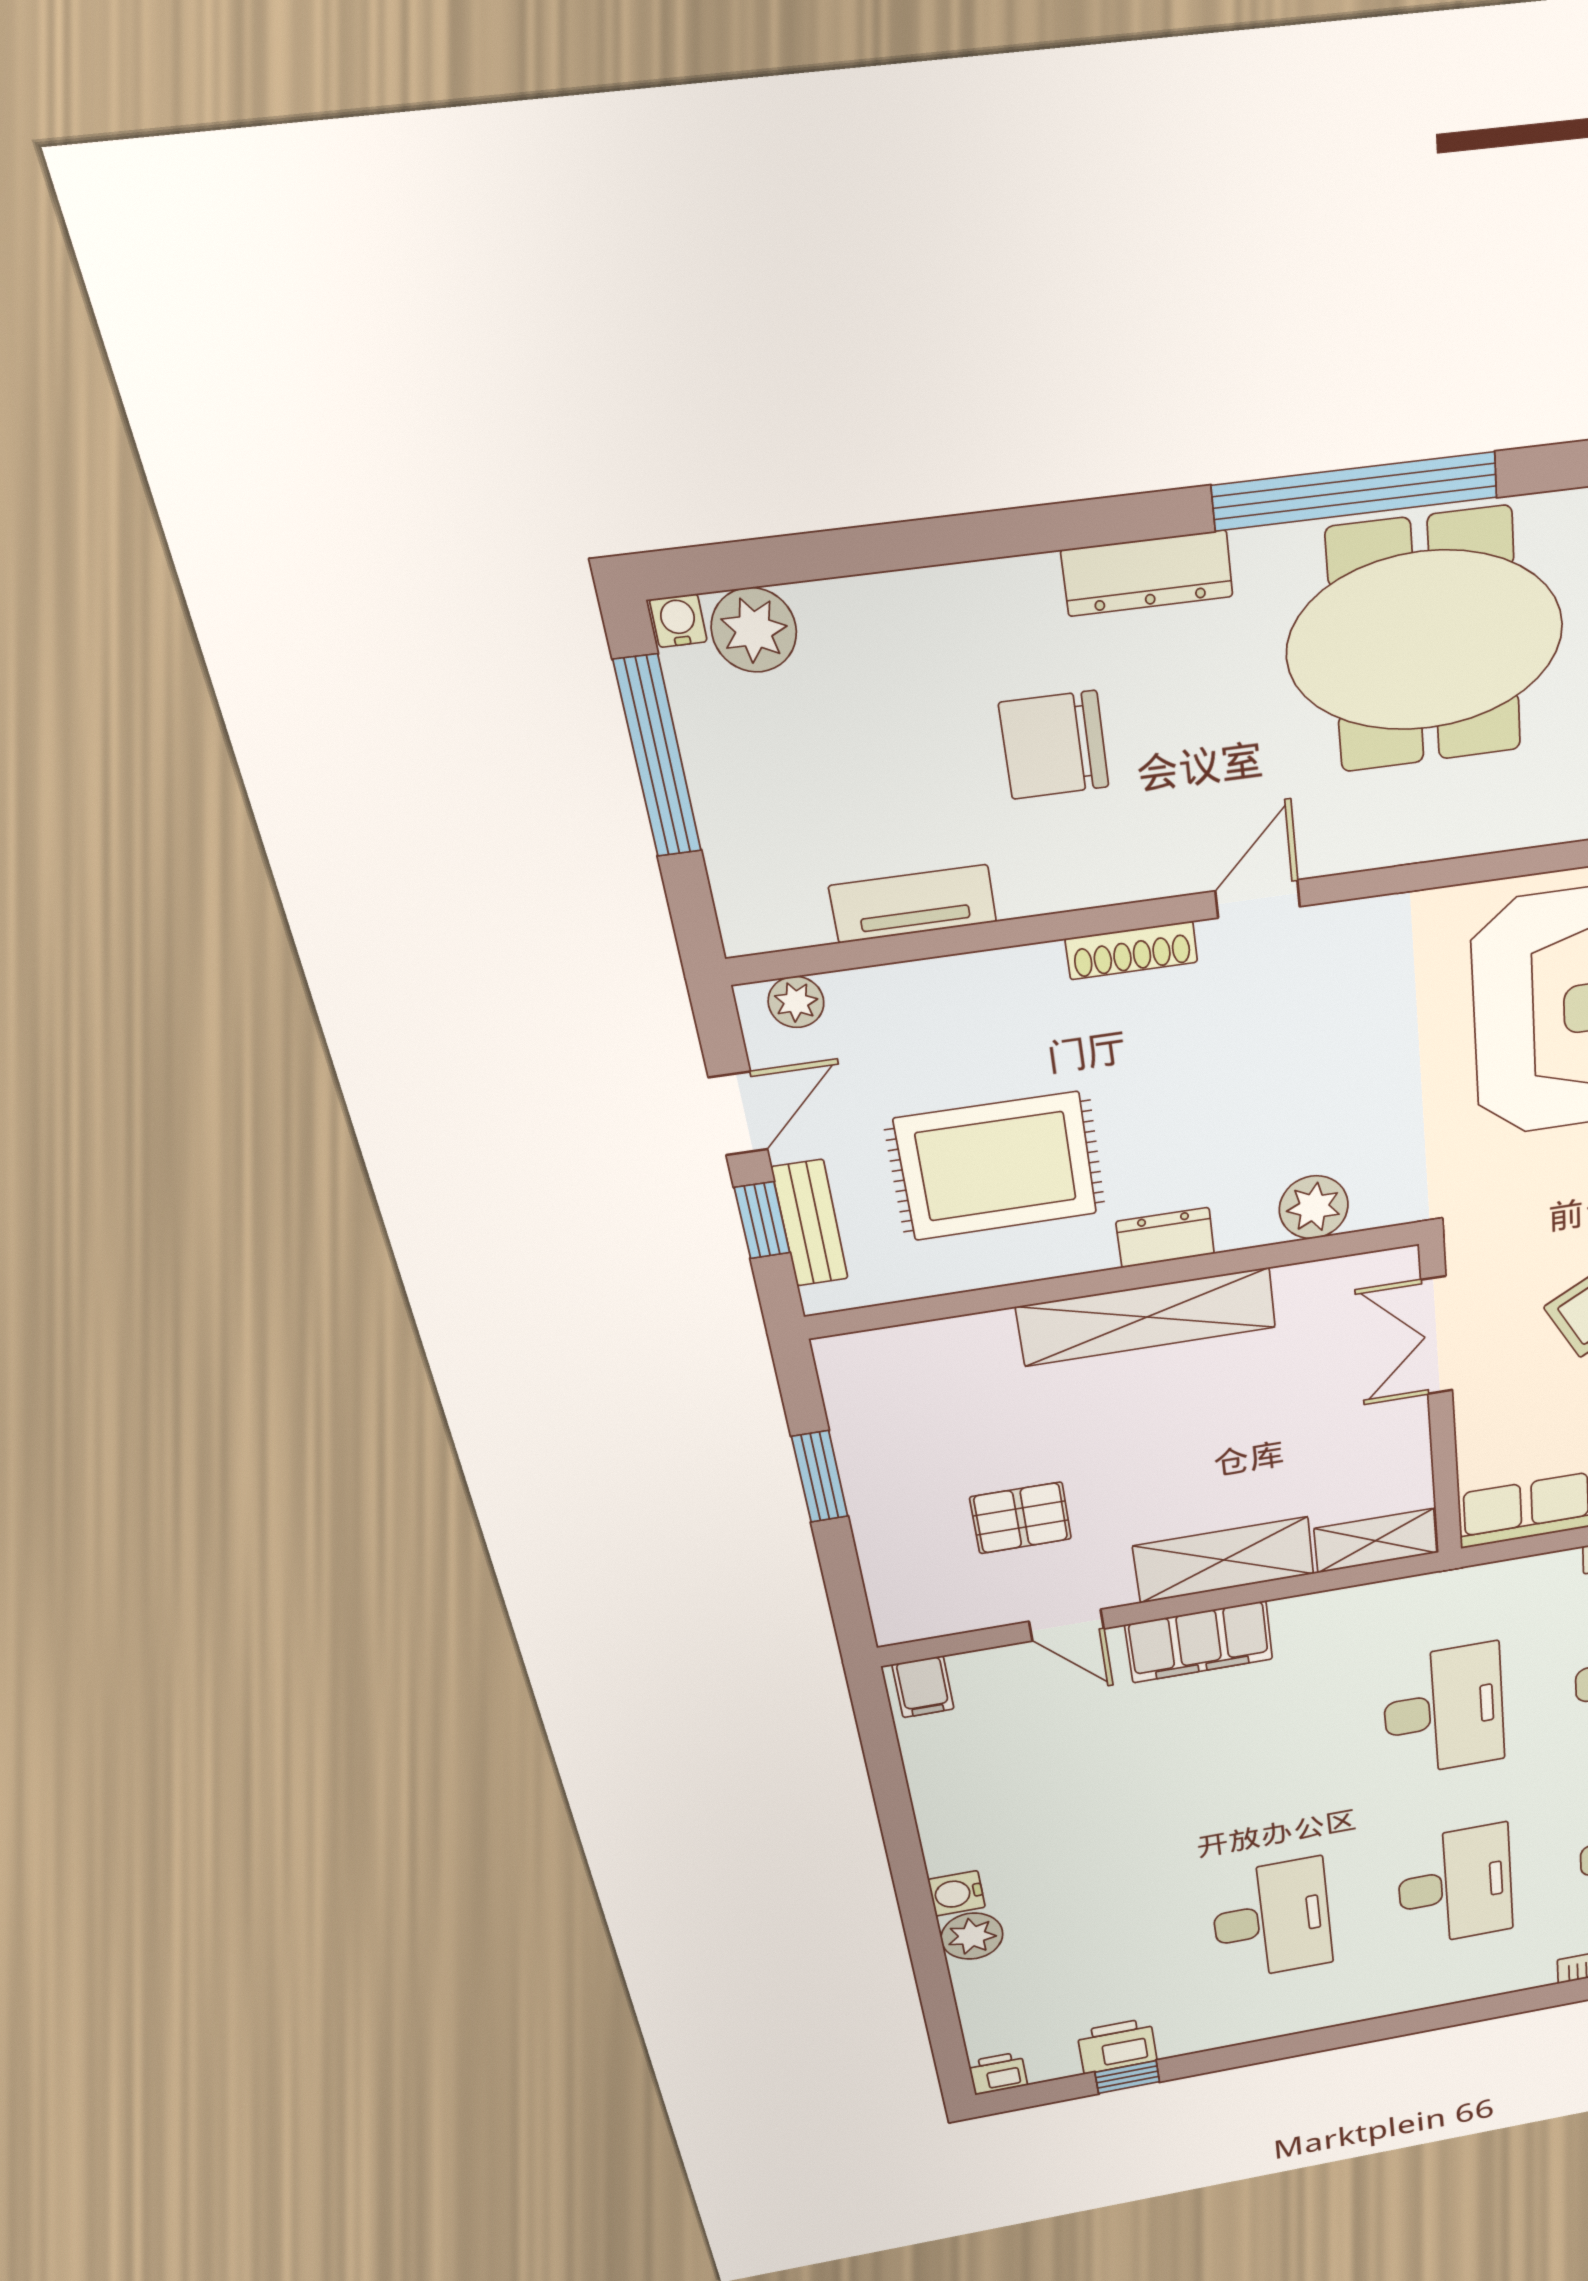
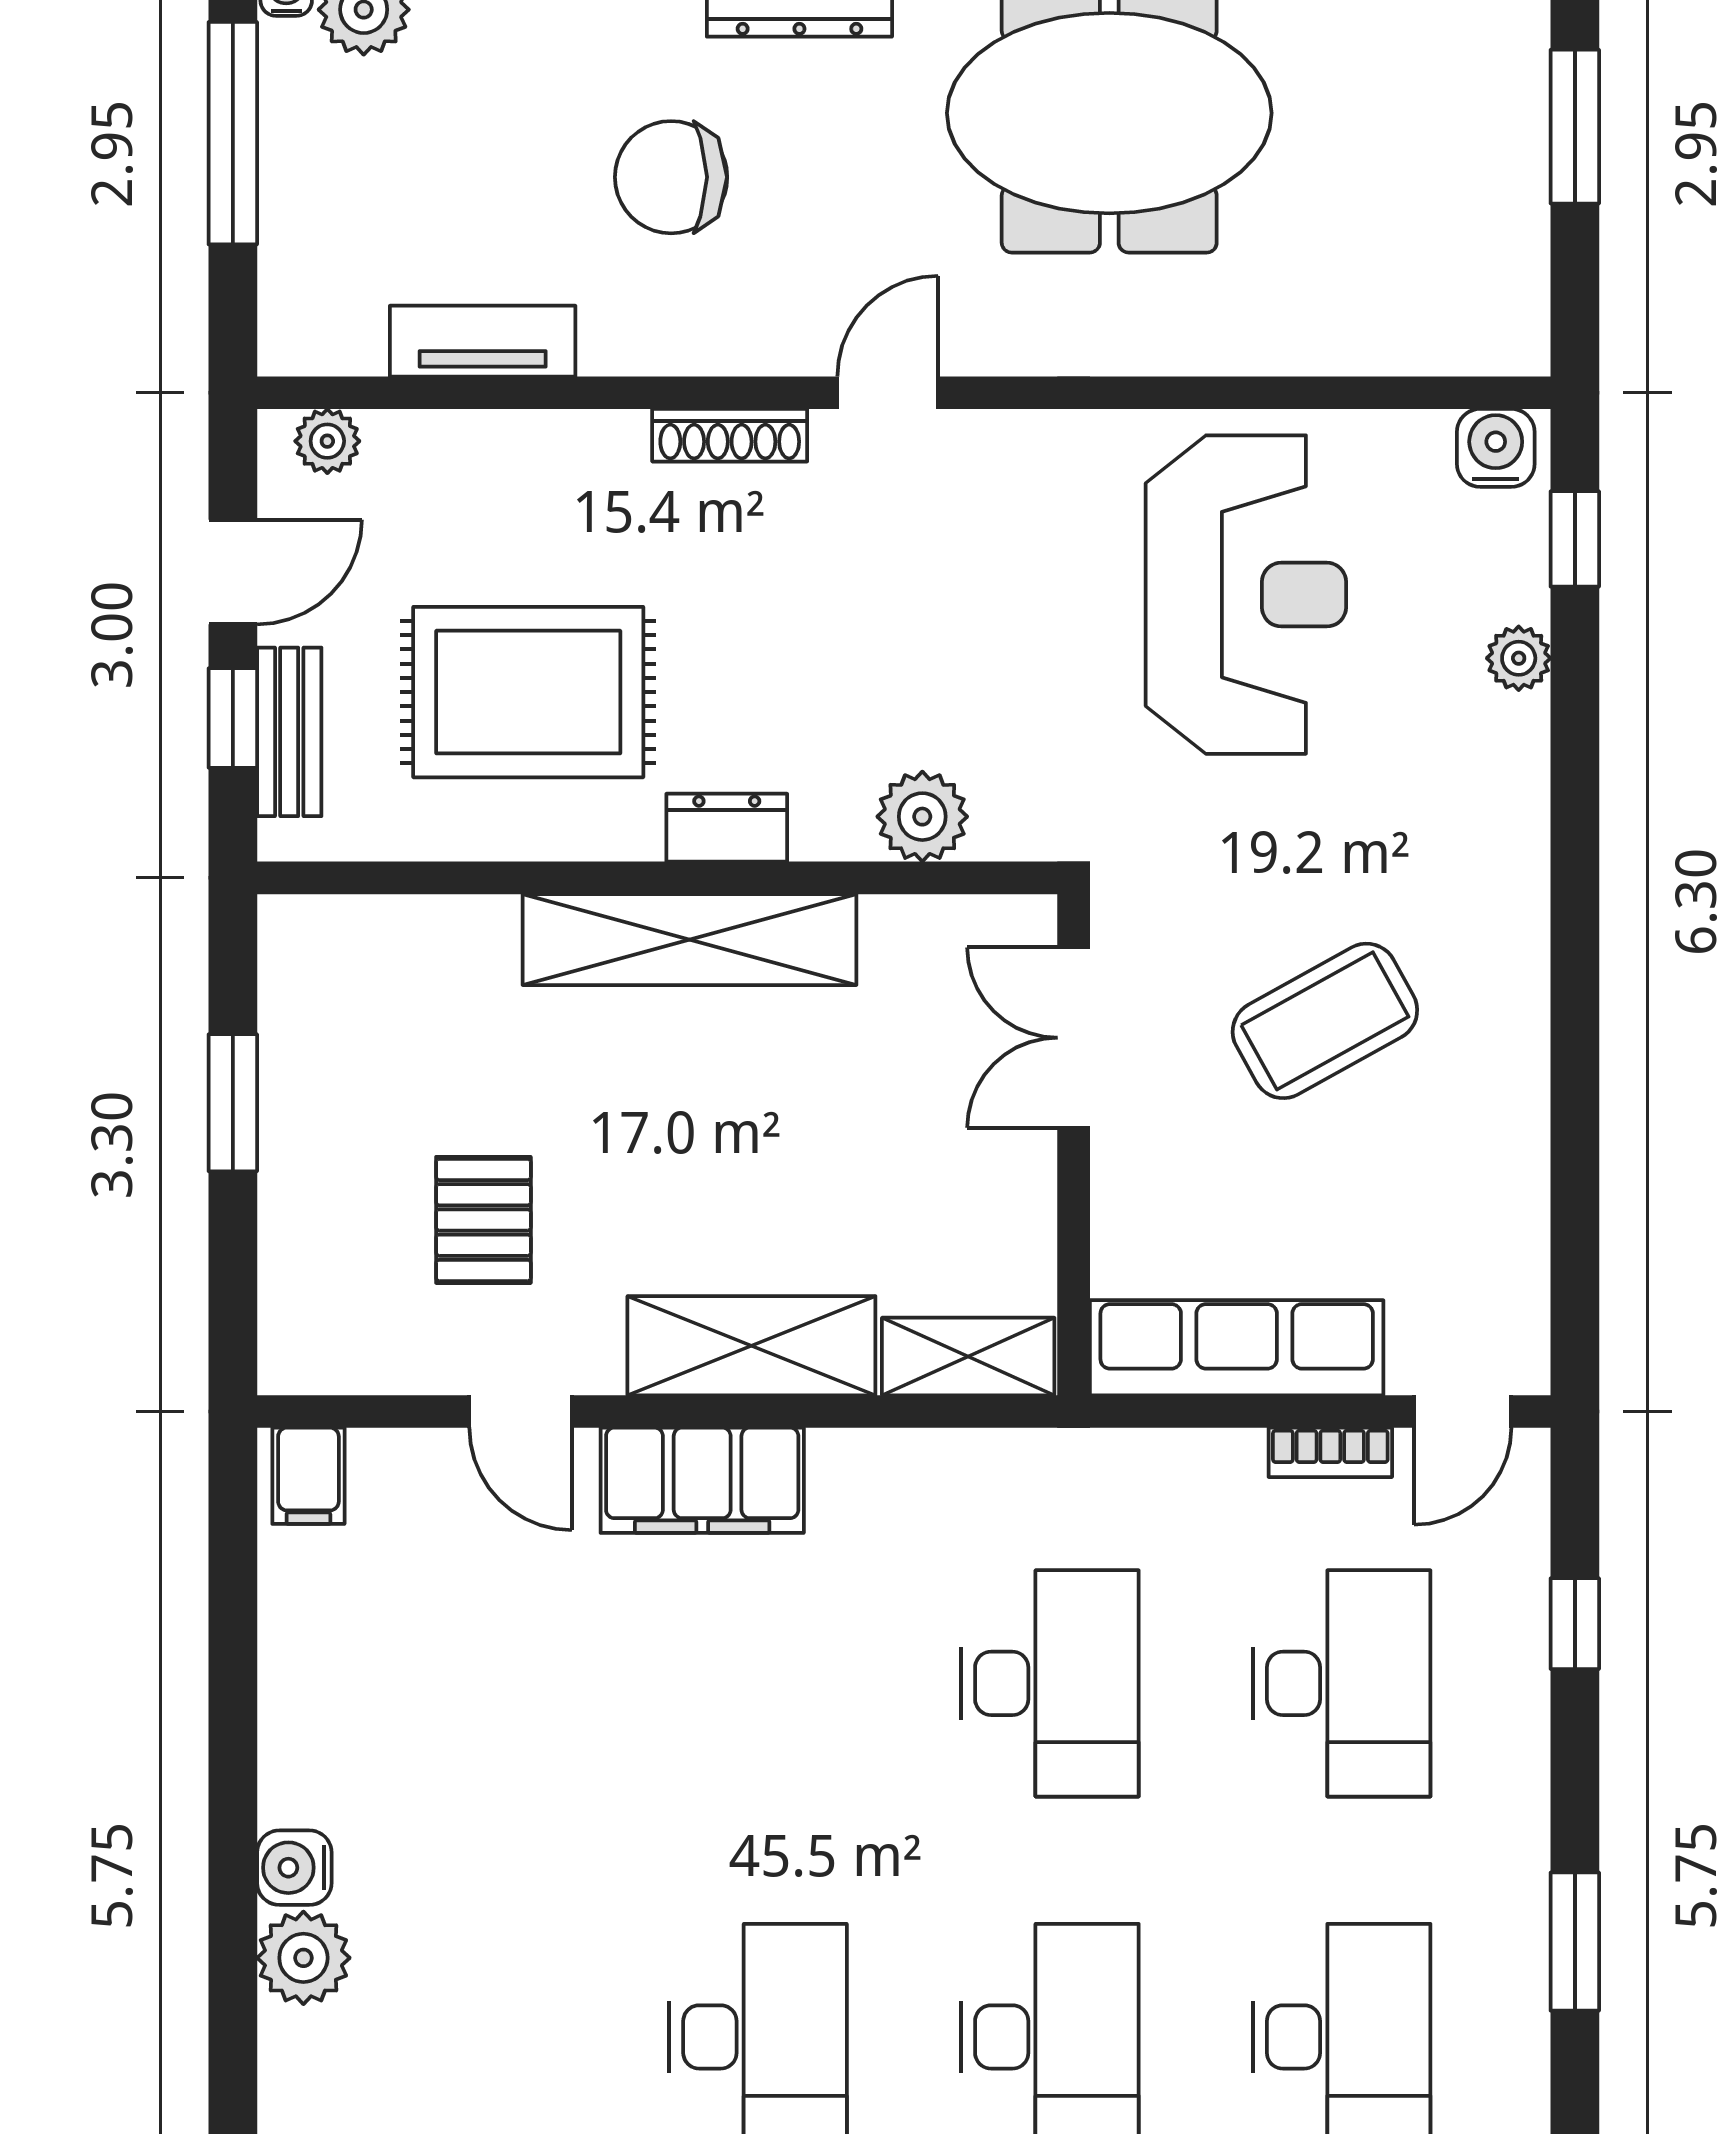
pallet: (1021, 1518) -> (483, 1220), turned 90

